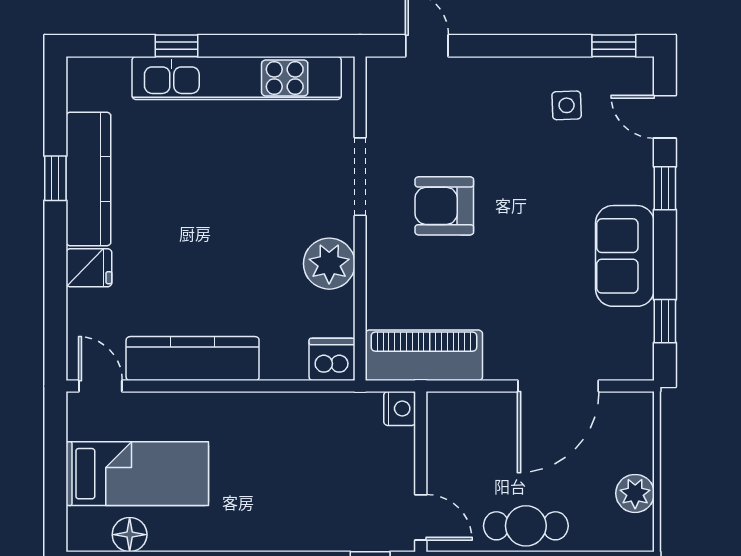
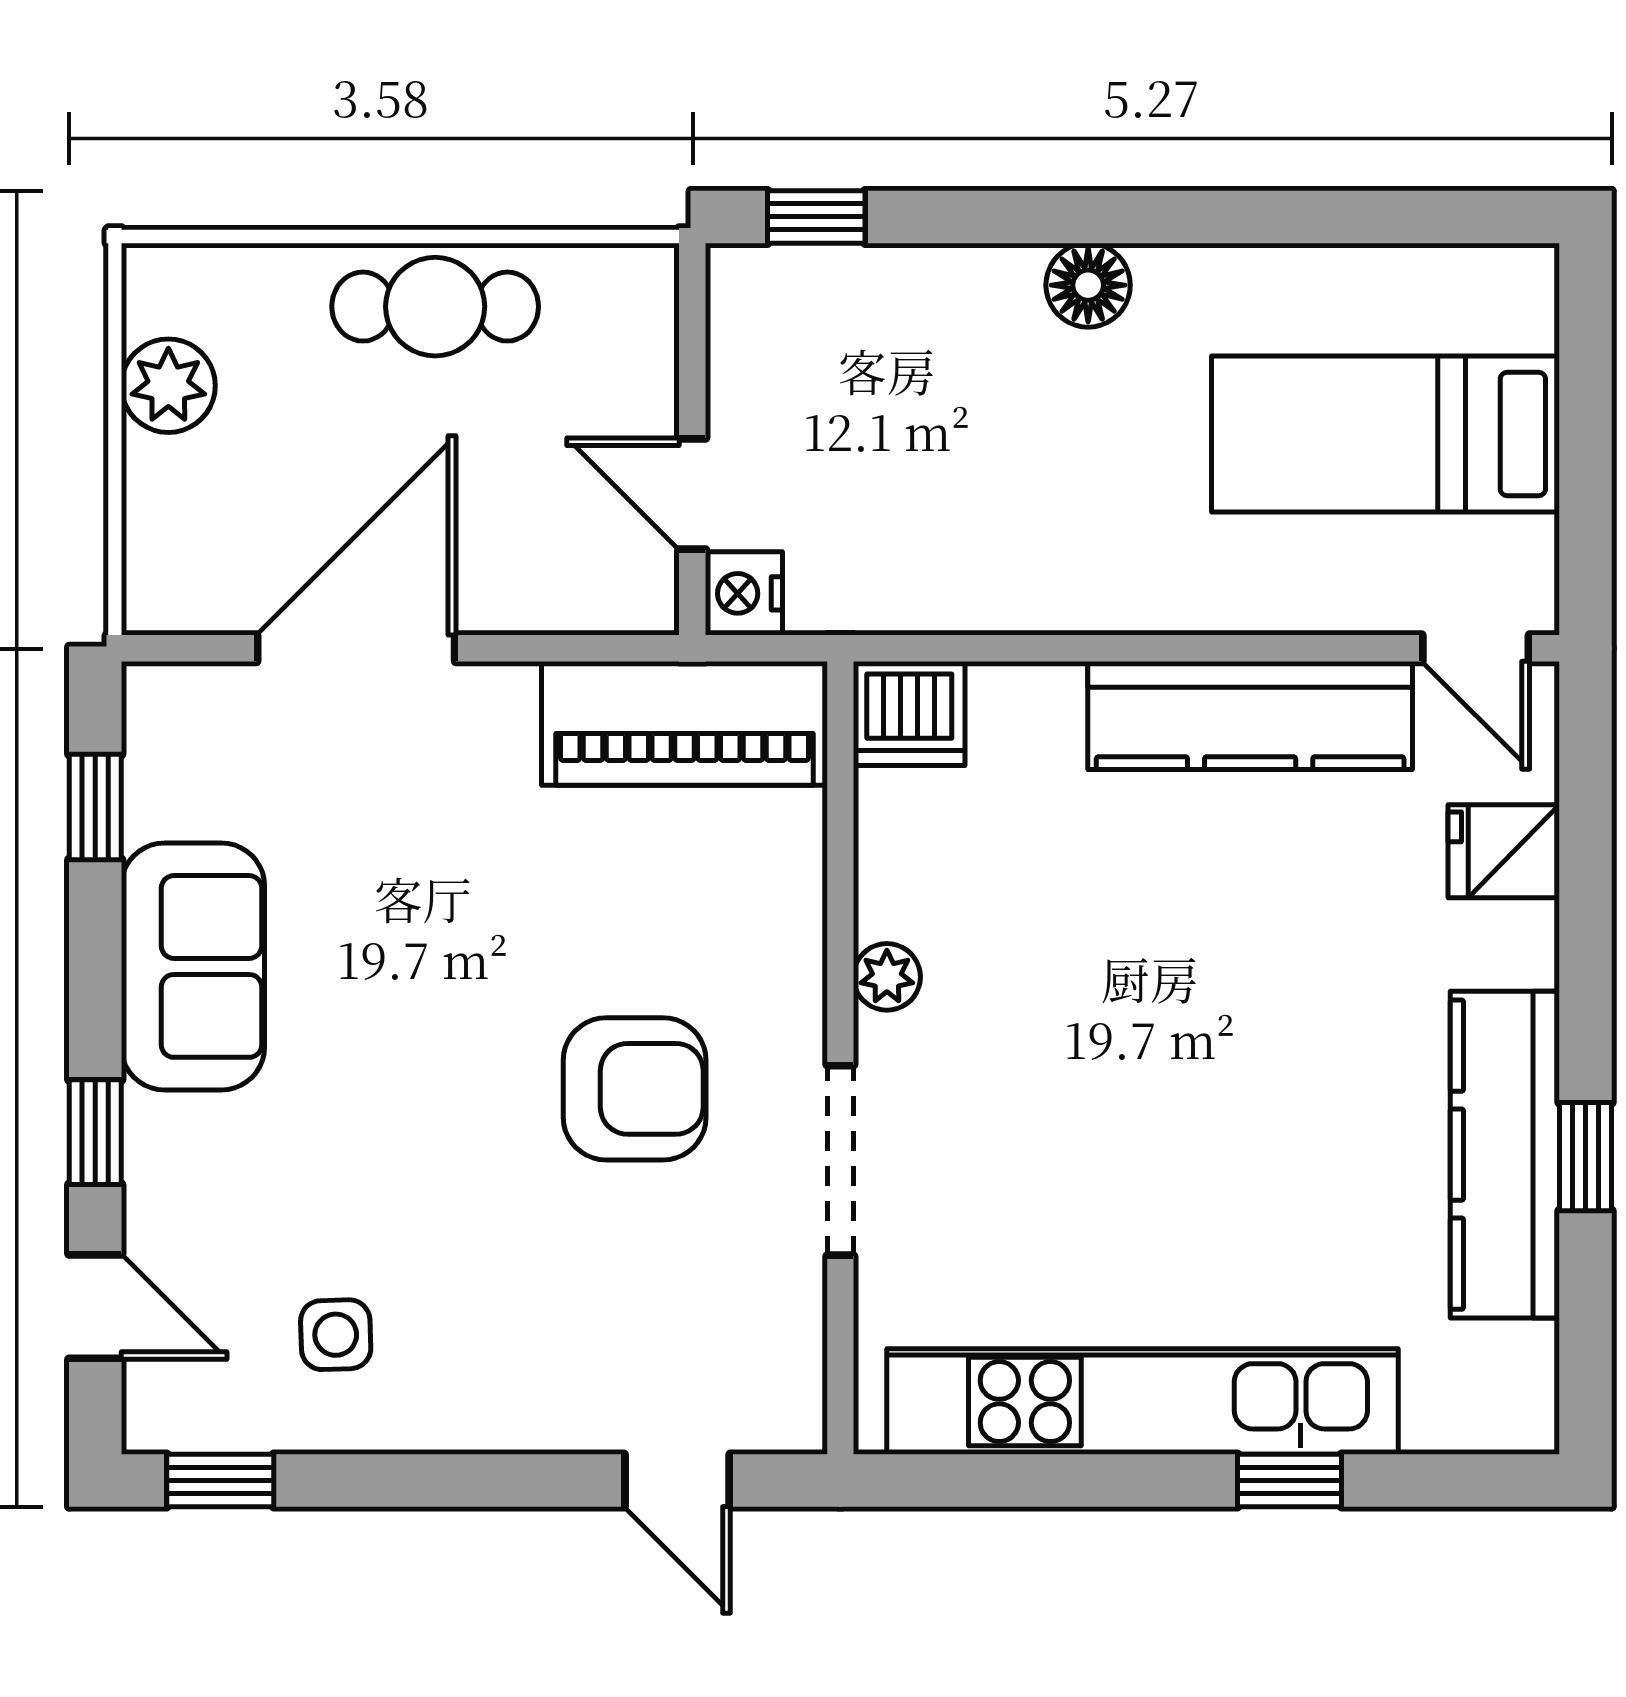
plant: (329, 264) -> (887, 977), width x0.53, depth x0.53
fridge: (89, 268) -> (1504, 851), moved
door: (421, 517) -> (692, 494), moved
floor lamp: (130, 535) -> (1088, 285), moved

